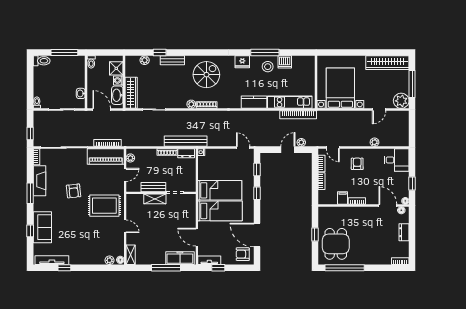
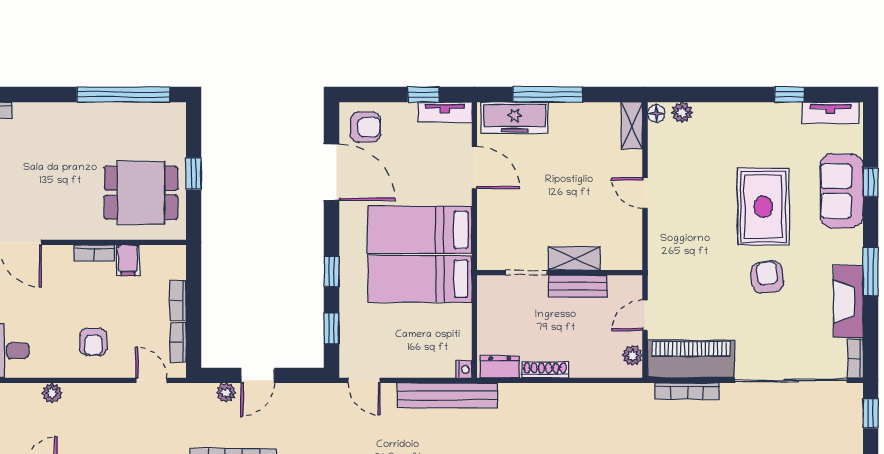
bench: (186, 141) -> (447, 395), moved
rug: (104, 206) -> (763, 207), moved, turned 90
dining table: (336, 244) -> (141, 193), moved, turned 90
tv unit: (52, 260) -> (830, 113), width x0.71

